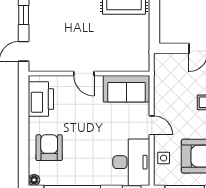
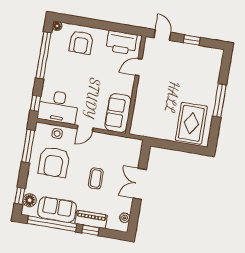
door: (84, 73) -> (139, 67), moved
armchair: (49, 148) -> (81, 42), turned 90

